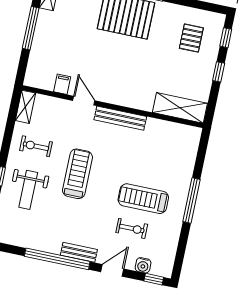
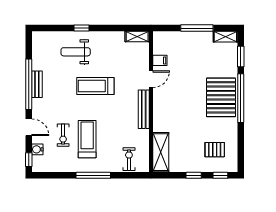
exercise bike: (36, 146) -> (129, 159), moved
treadmill: (77, 174) -> (95, 86), turned 180
bench: (79, 252) -> (37, 84), moved

